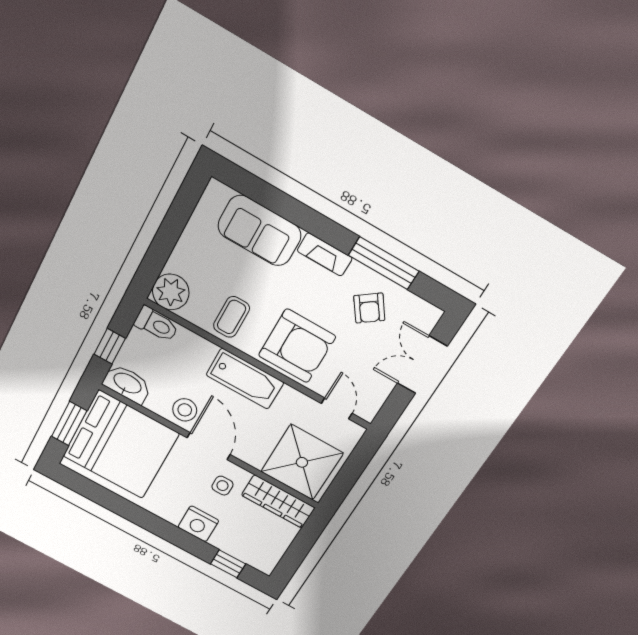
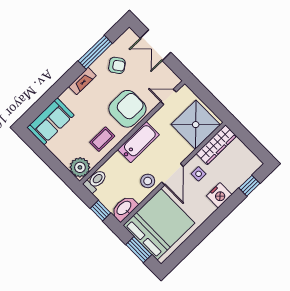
sofa: (259, 231) -> (50, 121), moved
coffee table: (231, 317) -> (102, 139), turned 90
door: (209, 446) -> (173, 174), swing flipped

